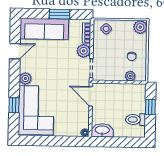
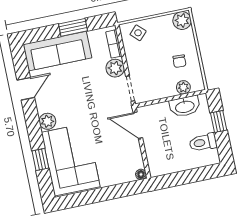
washbasin: (102, 130) -> (185, 106), moved, turned 180

